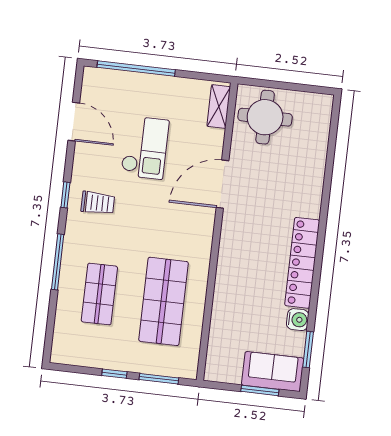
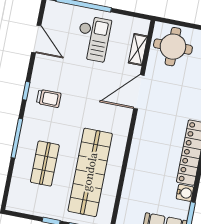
shelving: (219, 106) -> (138, 49), moved
checkout: (145, 148) -> (93, 39), moved
shop shelf: (164, 301) -> (90, 172), width x1.40

